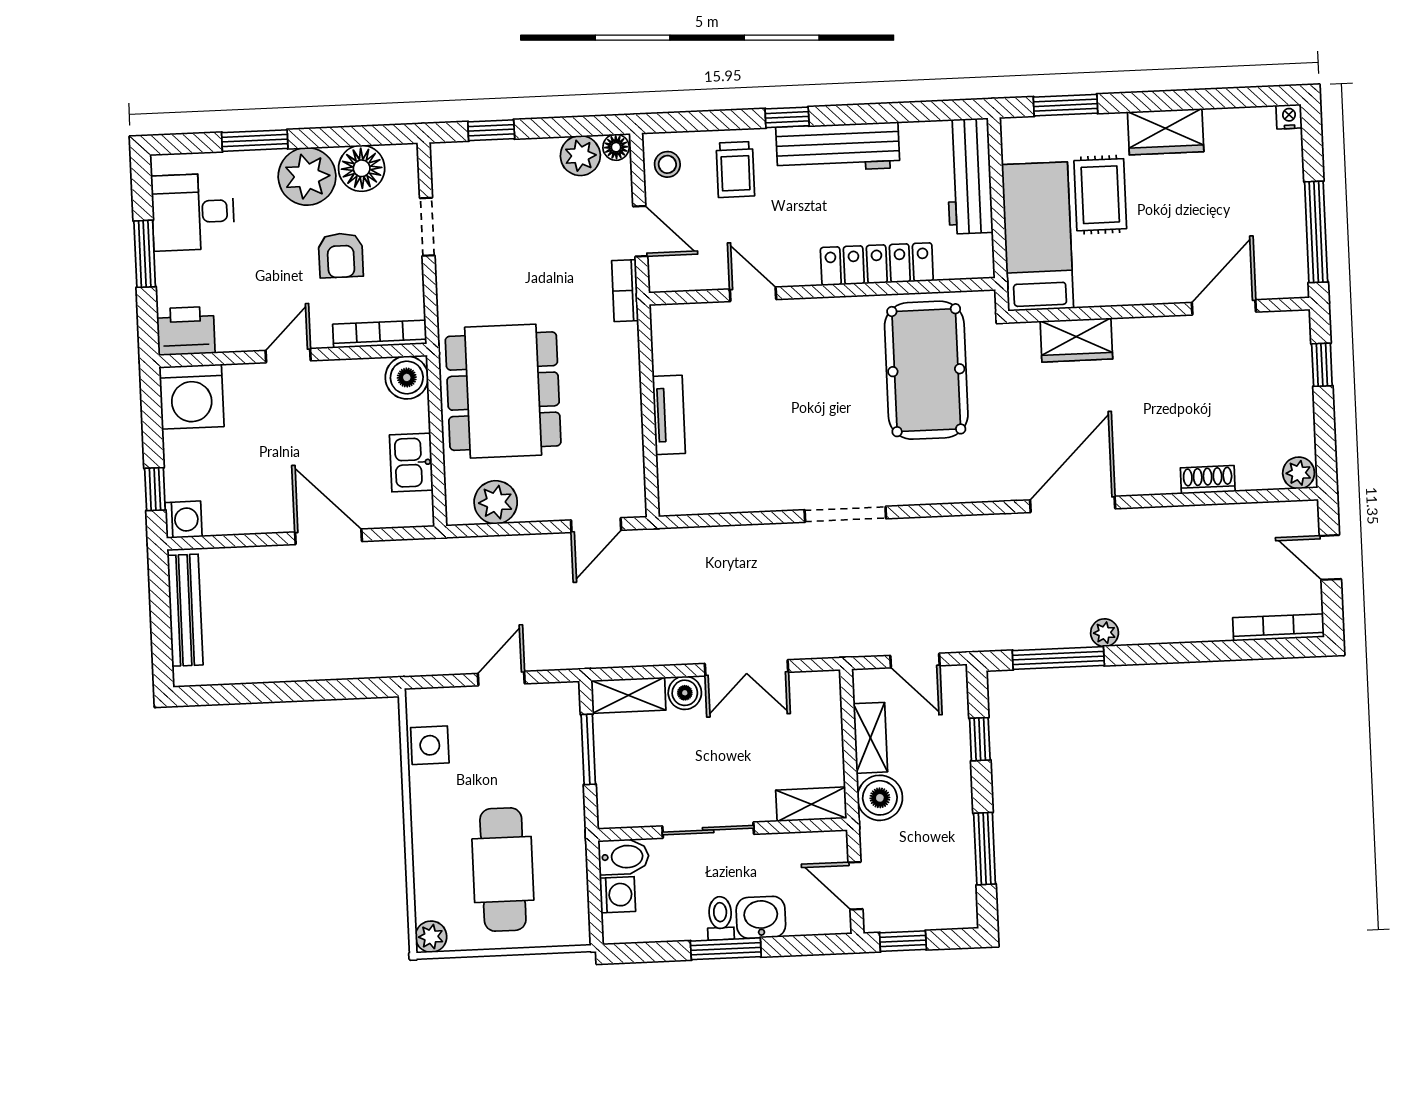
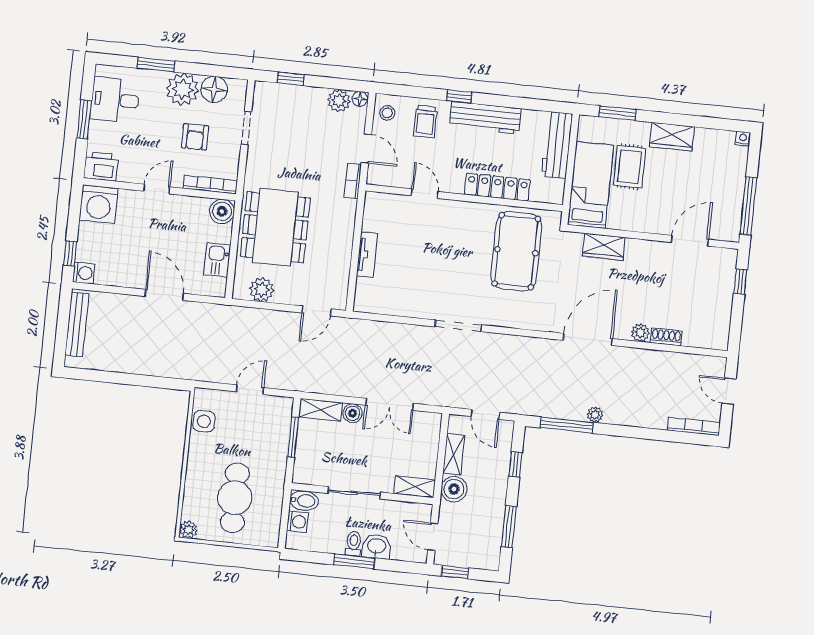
plant: (1299, 473) -> (640, 333), moved

